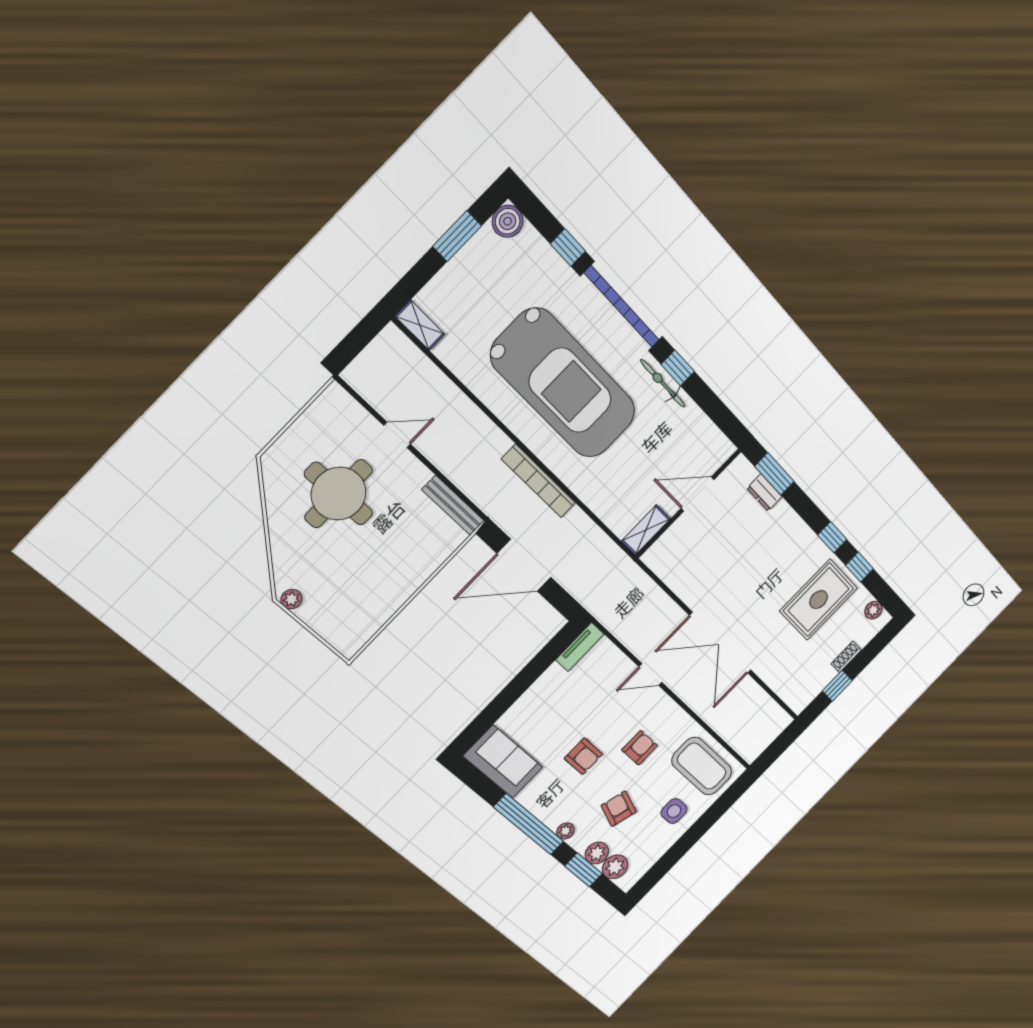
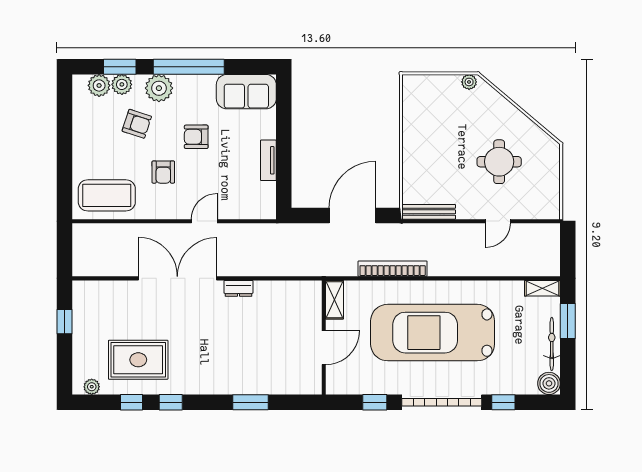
window: (457, 236) -> (568, 321), moved
bicycle: (663, 383) -> (552, 344), moved, turned -90
dresser: (764, 493) -> (238, 288), moved, turned 180
round table: (339, 494) -> (499, 162), width x0.73, depth x0.73
door: (697, 494) -> (324, 348), moved
wall: (688, 504) -> (324, 337), moved
shelving: (646, 530) -> (335, 300), moved
rug: (819, 600) -> (138, 360), turned 90
tv unit: (580, 647) -> (268, 160), moved
shoe rack: (846, 657) -> (79, 344), removed
side table: (674, 811) -> (95, 152), removed
plant: (565, 831) -> (159, 88), width x1.88, depth x1.88

